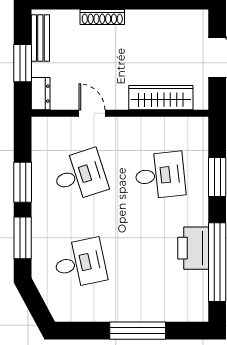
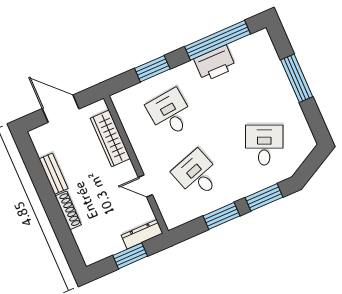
bench: (40, 38) -> (53, 174), moved, turned 90
dresser: (41, 94) -> (142, 234), width x1.44
door: (92, 113) -> (145, 186), hinge flipped
desk: (80, 263) -> (264, 145), turned 36

